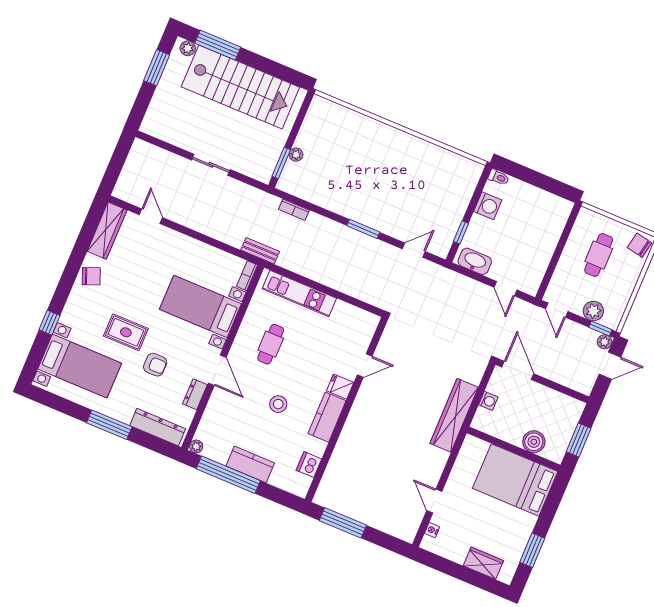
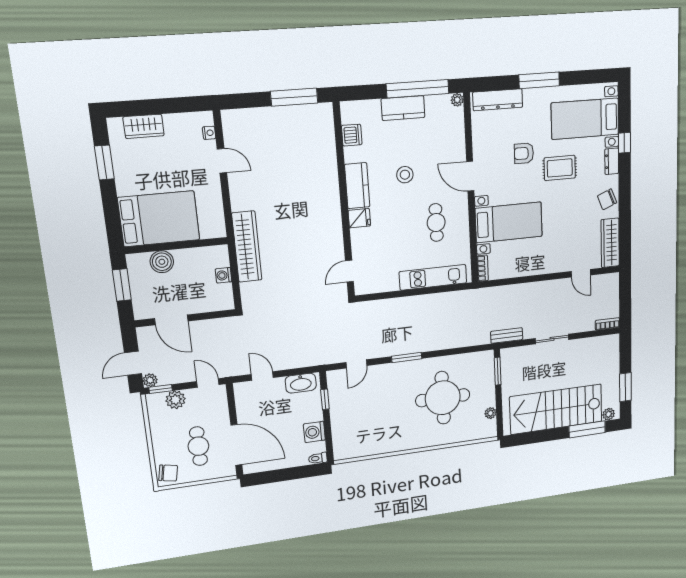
plant: (296, 155) -> (490, 413), moved
round table: (349, 167) -> (443, 398), added
bookcase: (294, 210) -> (607, 324), moved
door: (565, 236) -> (236, 445), added
bench: (260, 251) -> (507, 336), moved
door: (365, 366) -> (349, 271), moved
door: (518, 370) -> (171, 320), moved
dresser: (195, 394) -> (612, 161), moved, turned 180

